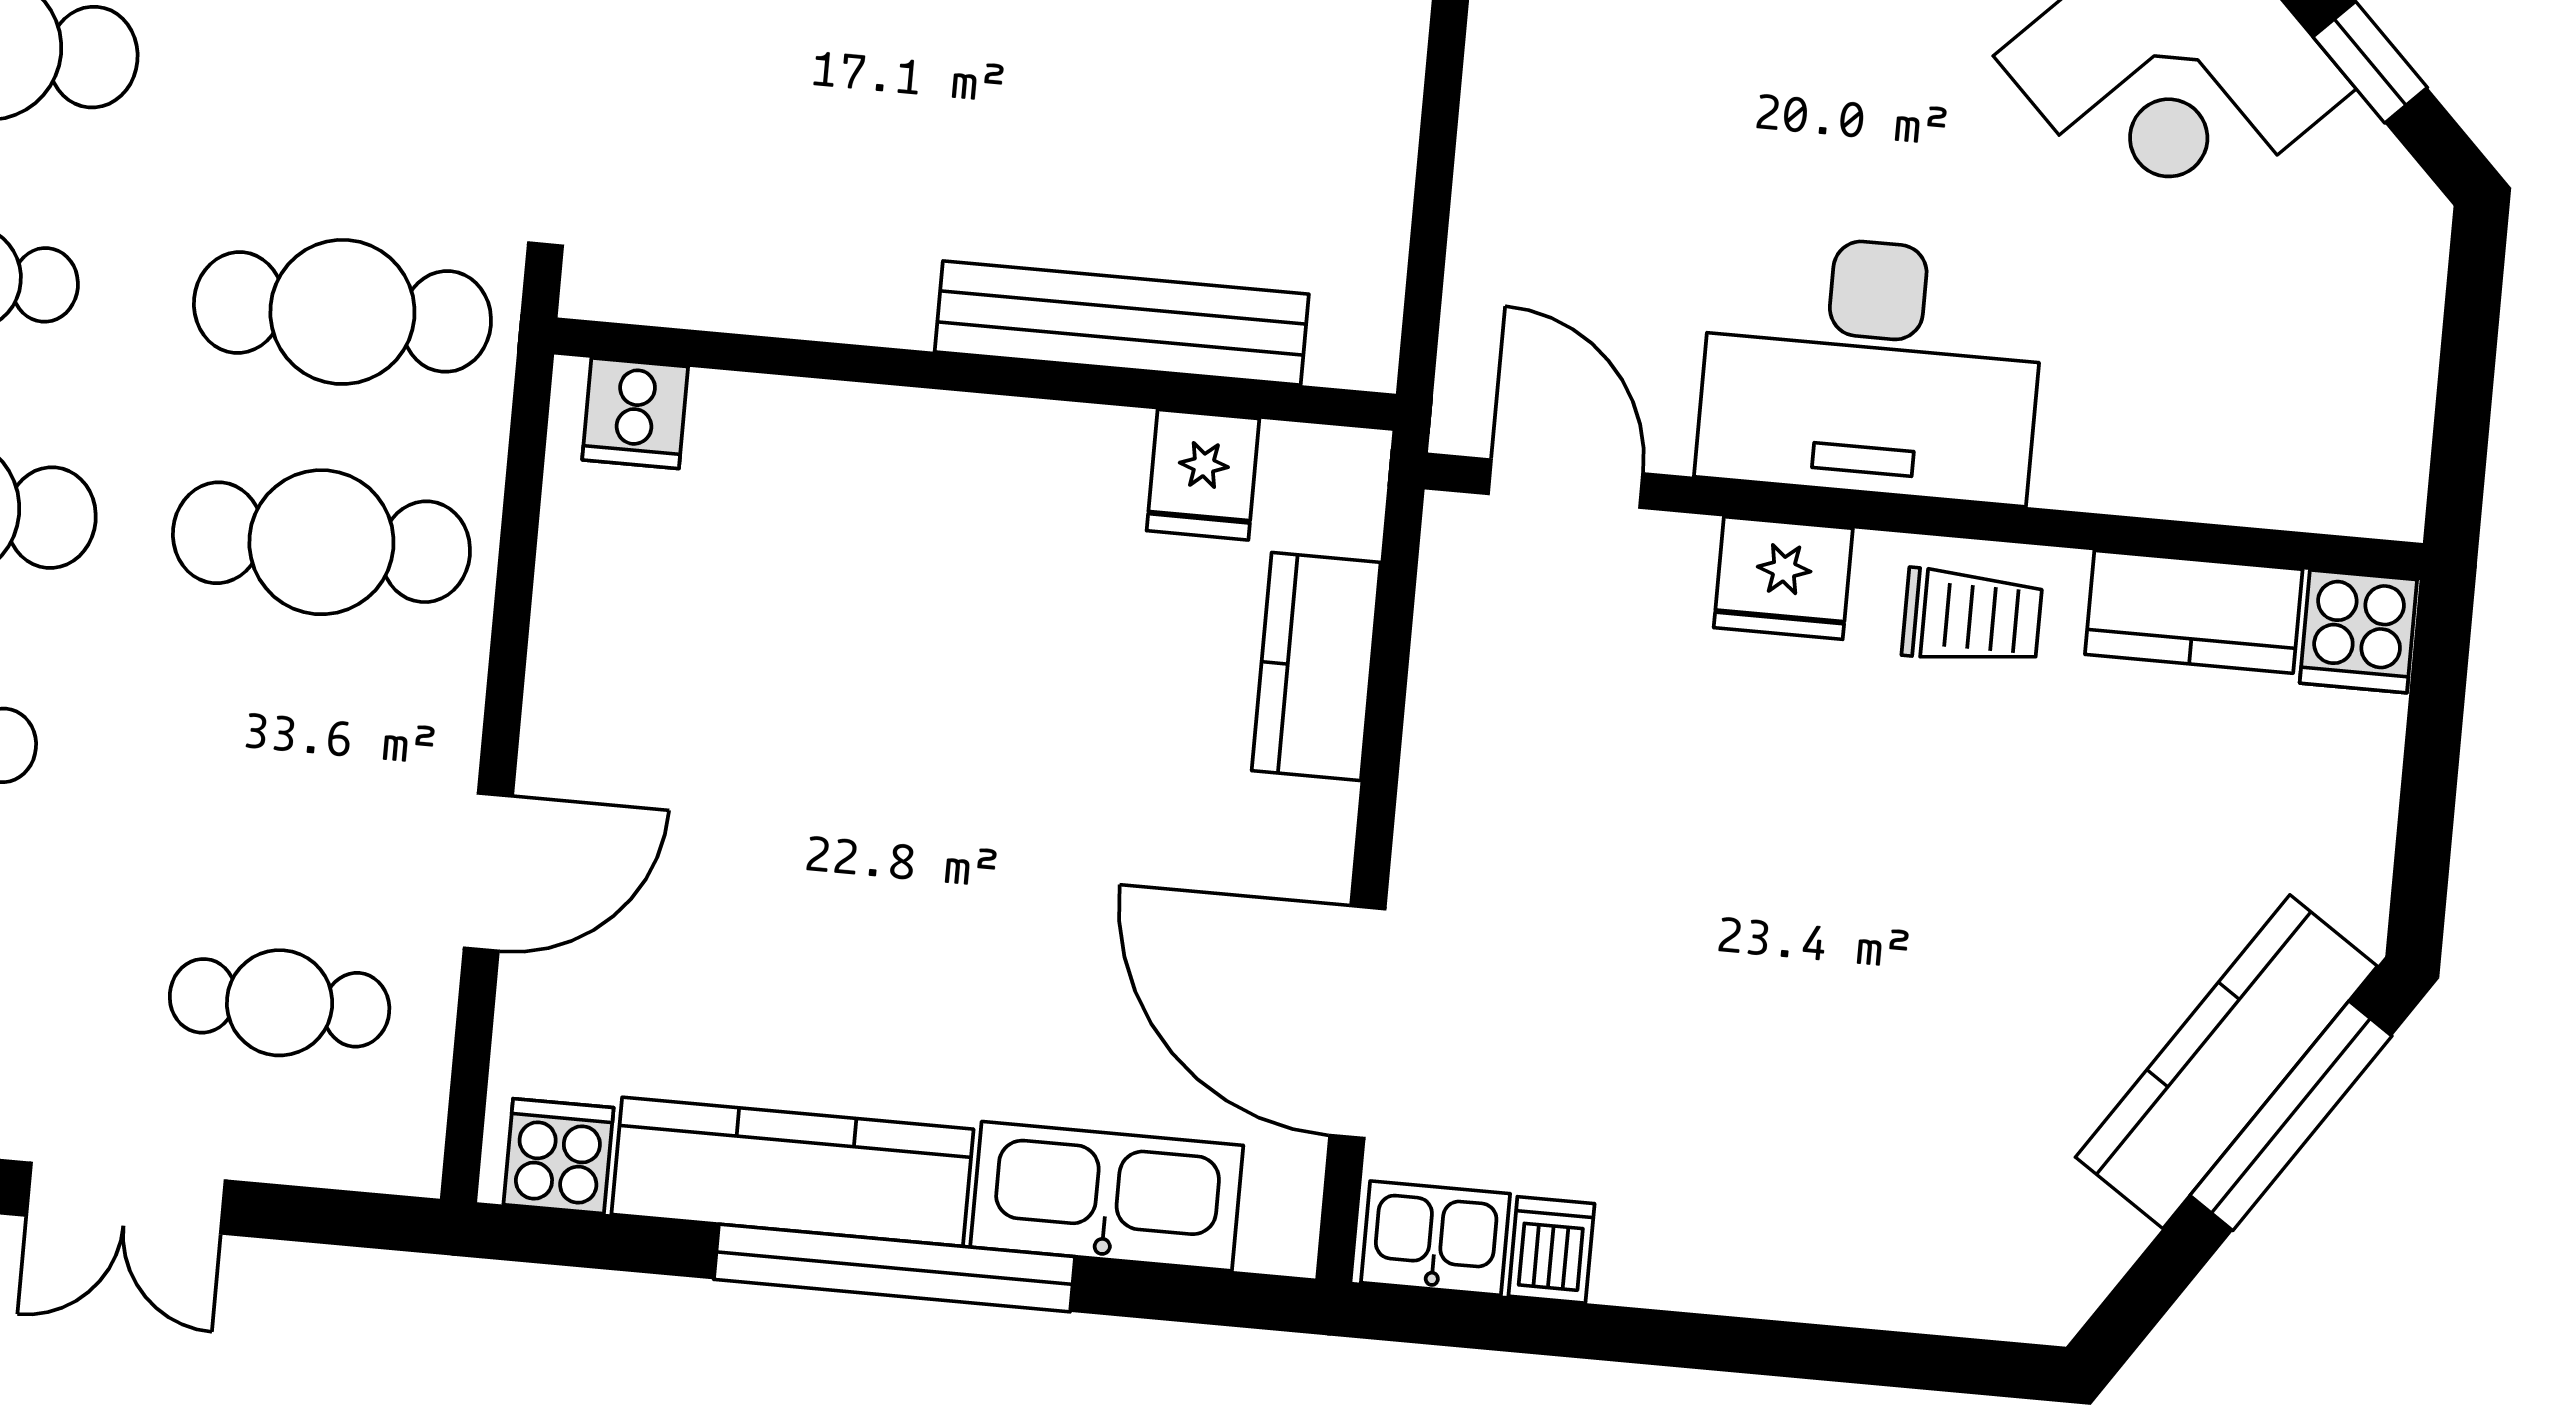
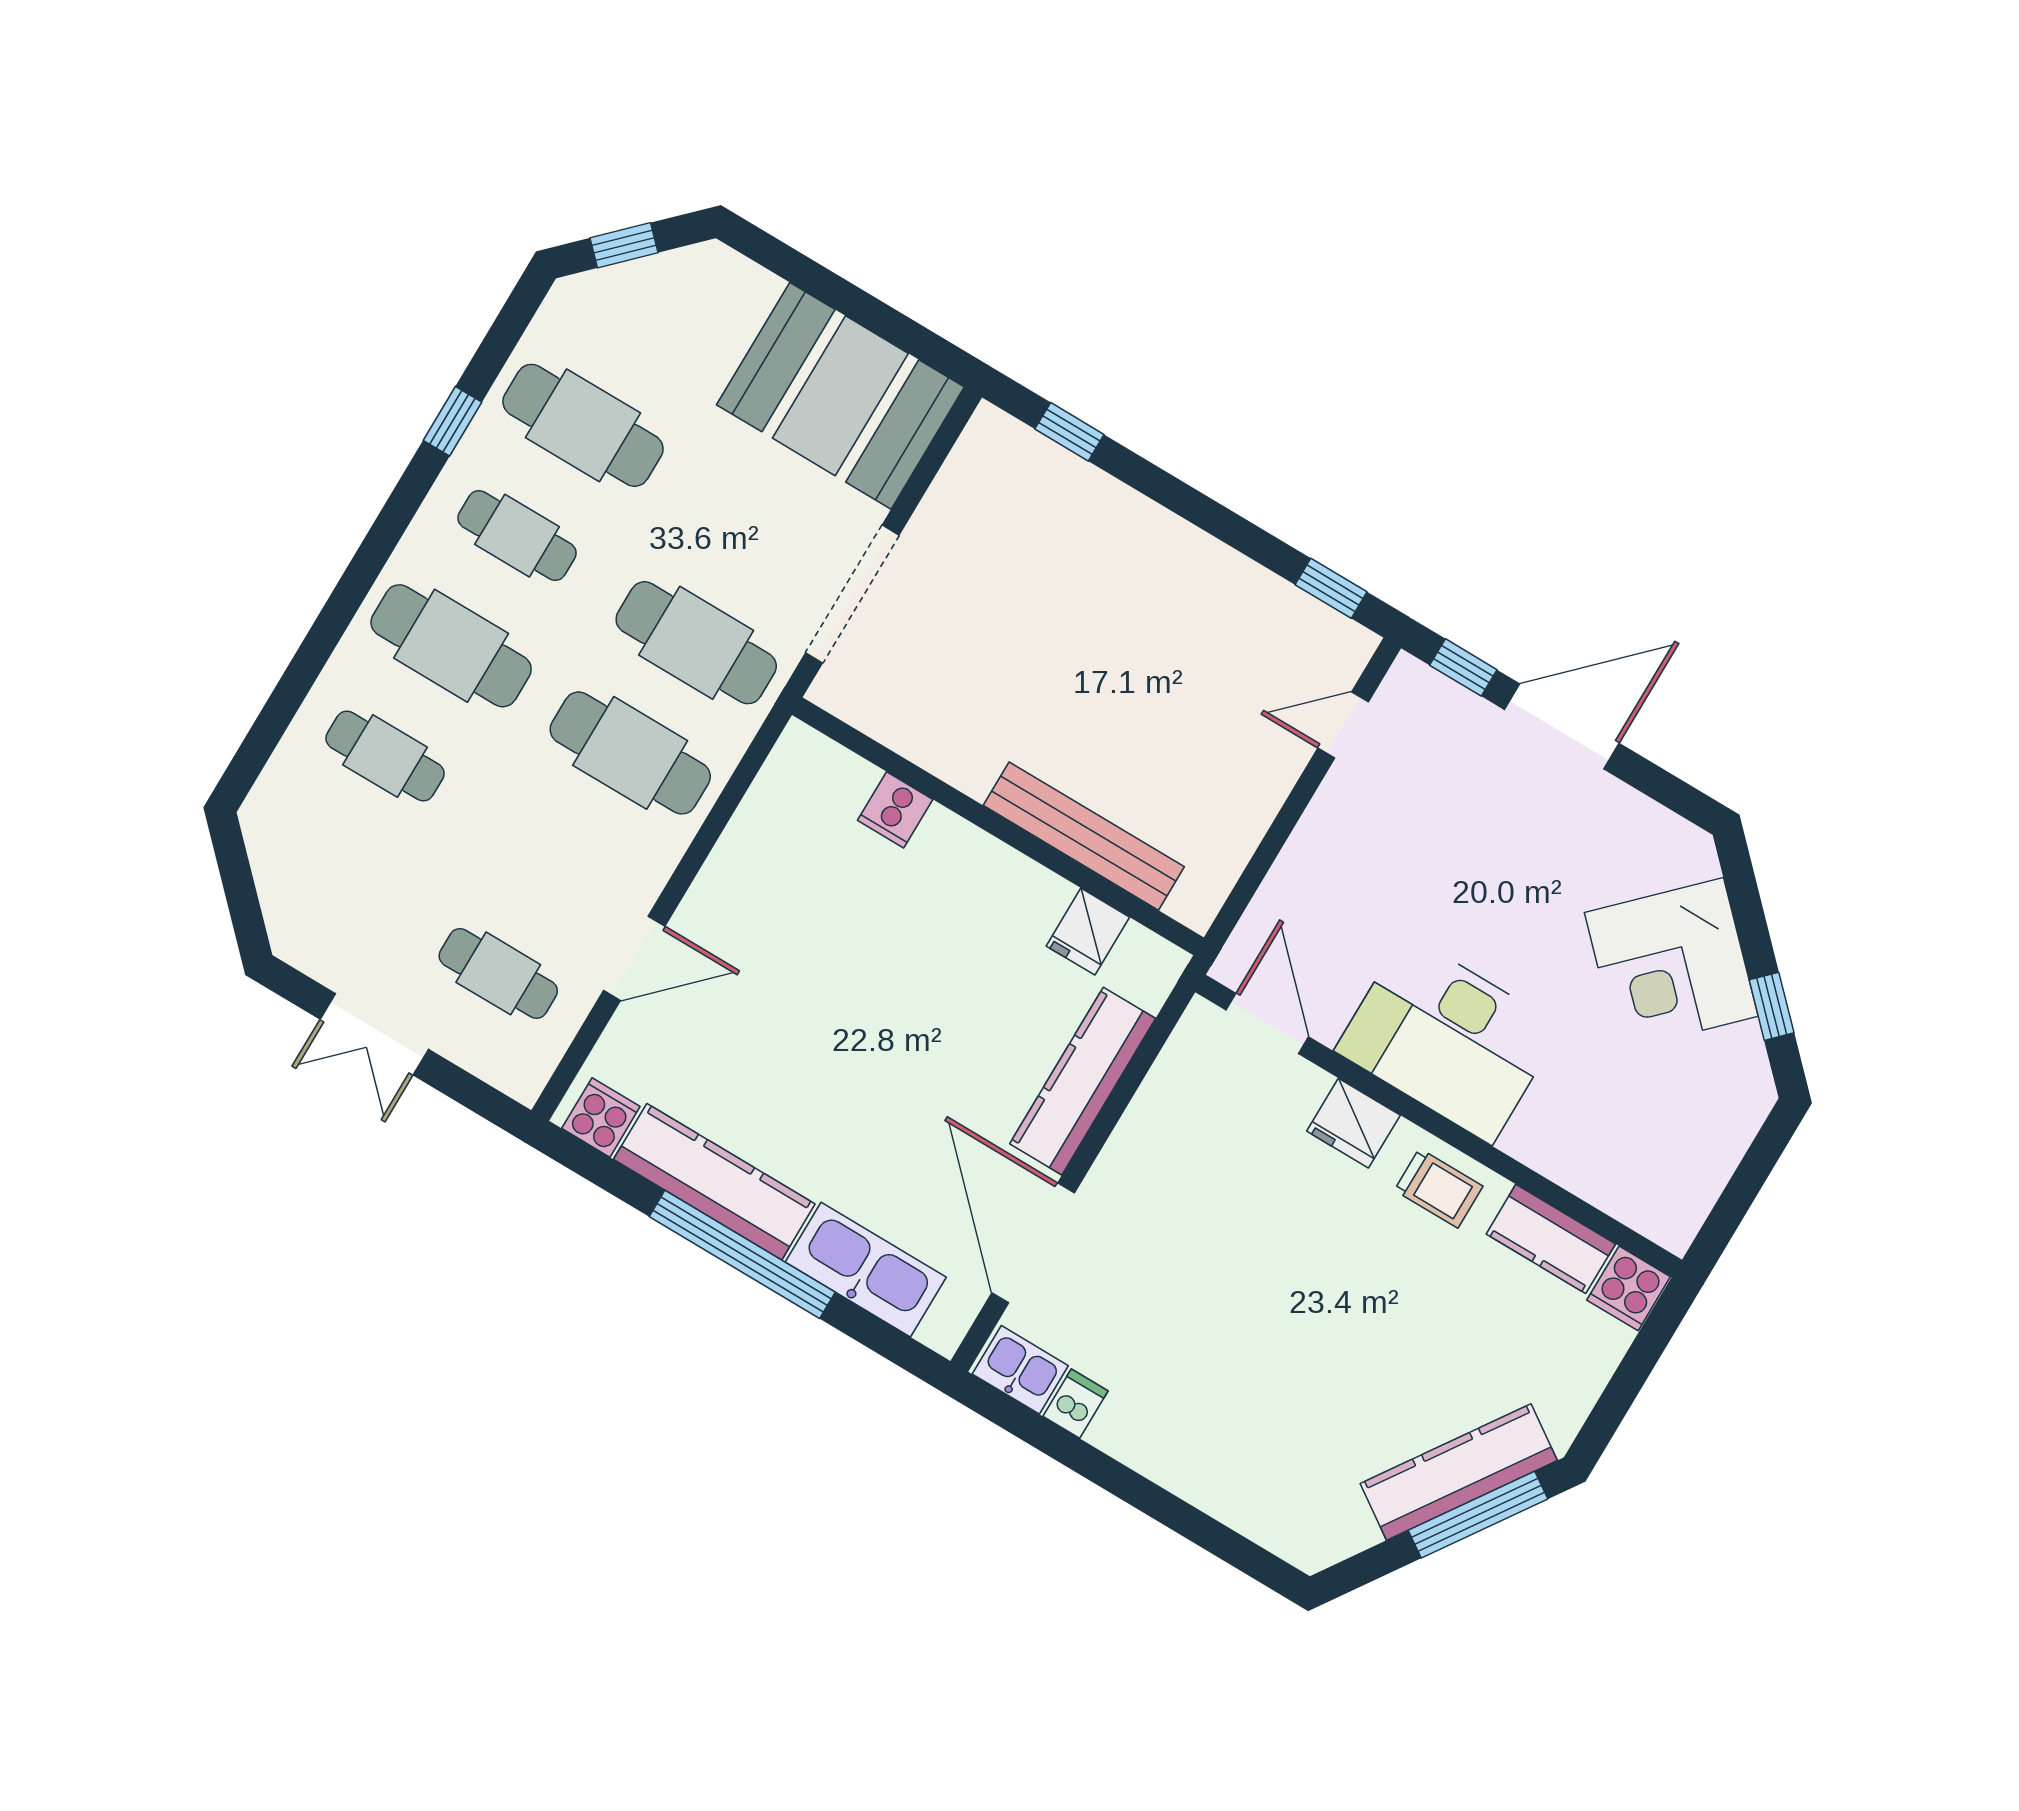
cooker: (635, 413) -> (895, 810), moved
kitchen counter: (1316, 667) -> (1083, 1081), width x1.50

